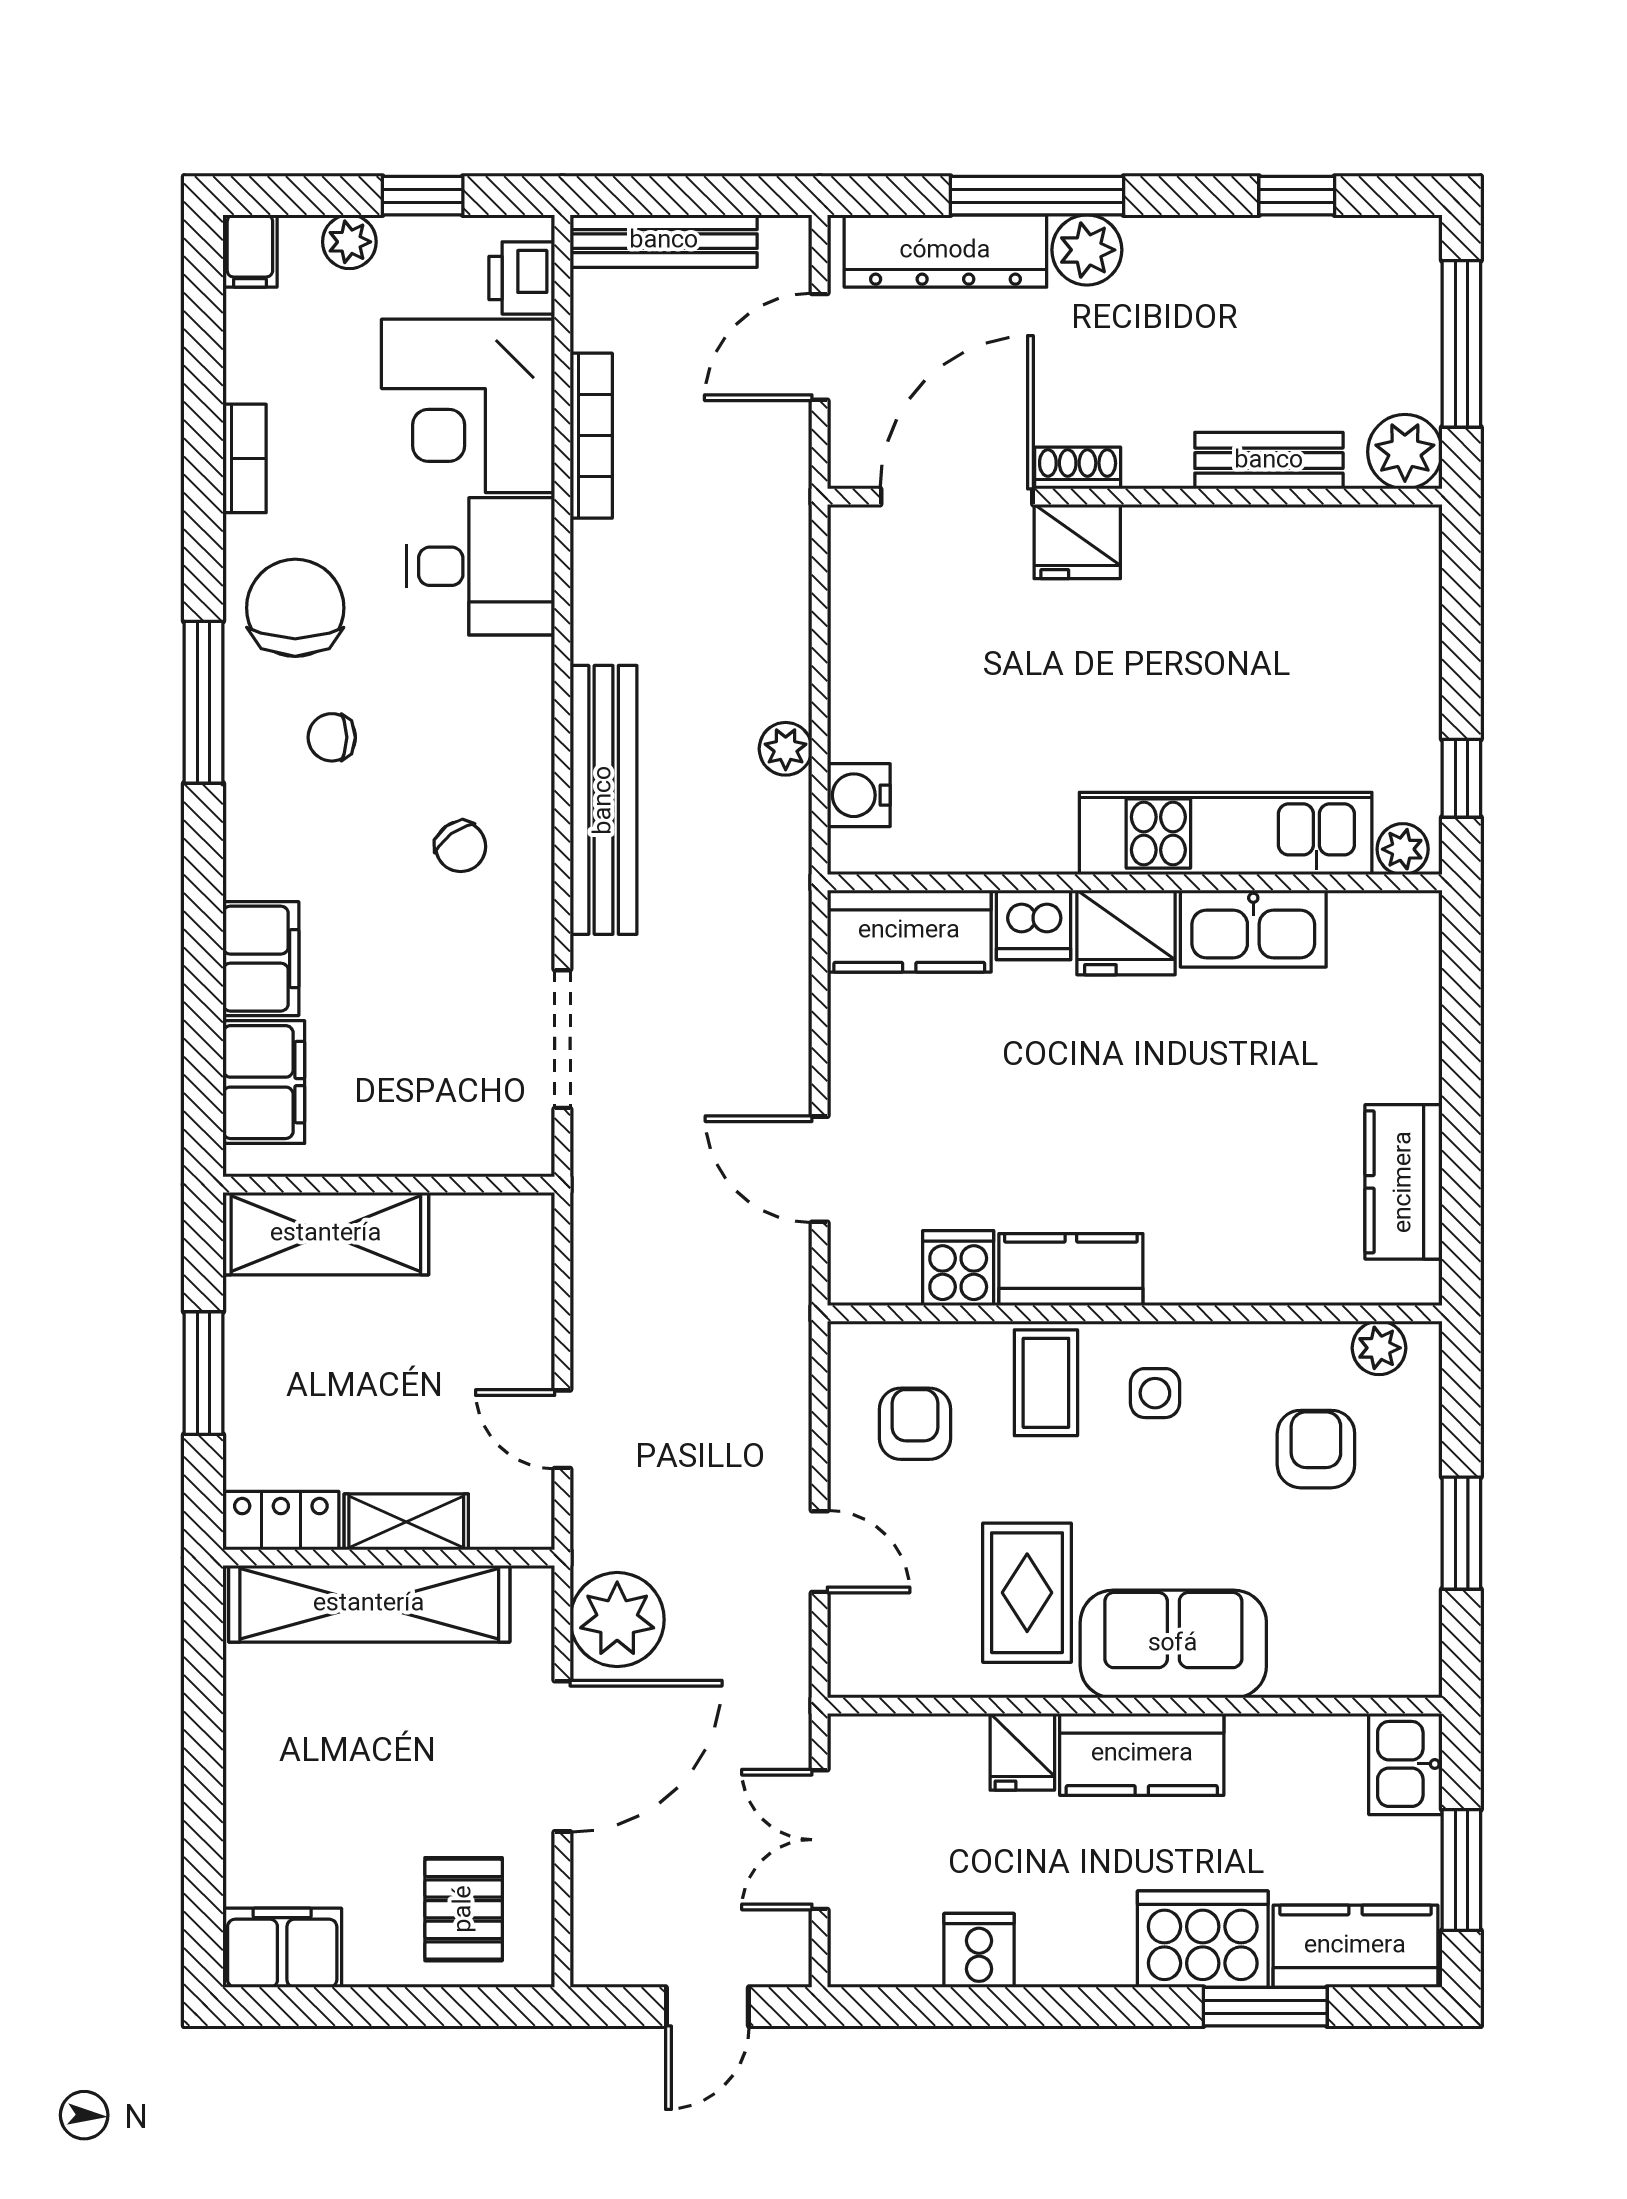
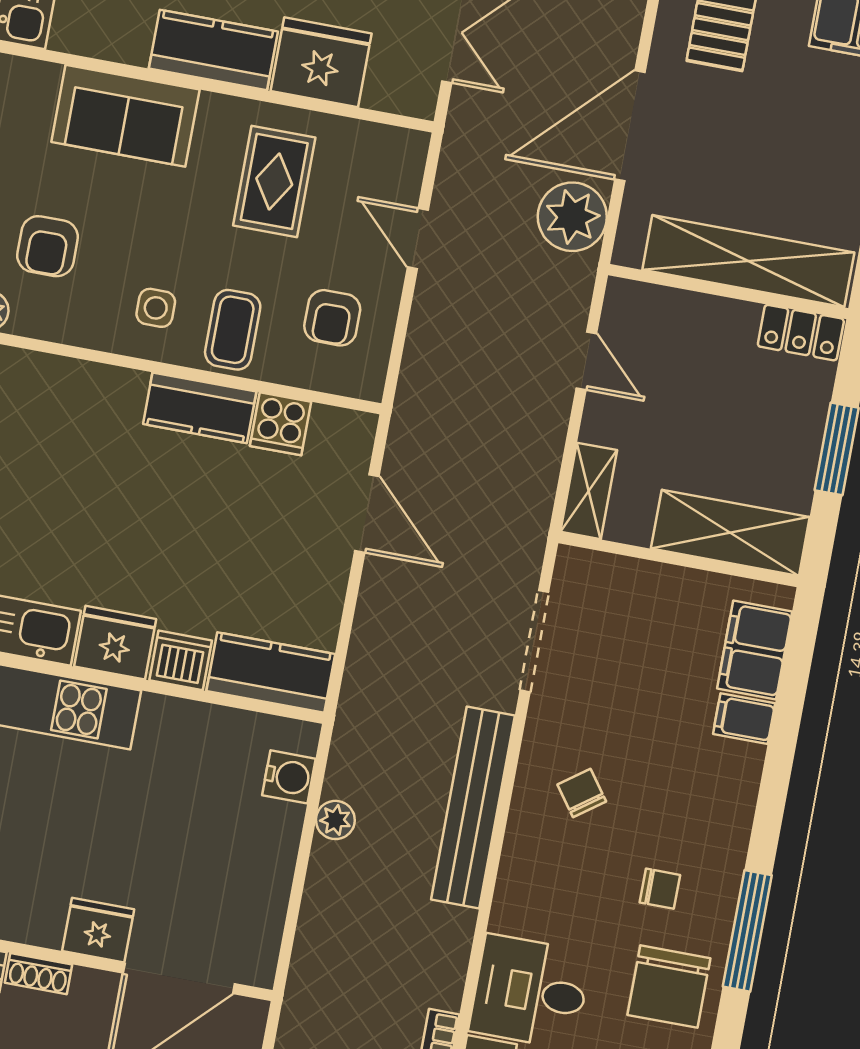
shoe rack: (1078, 468) -> (39, 974), moved
filing cabinet: (261, 959) -> (744, 719), width x0.50
shelving: (406, 1522) -> (589, 491), moved, turned 90
sofa: (1173, 1644) -> (125, 116), moved
fridge: (1022, 1752) -> (321, 62), width x1.88, depth x1.34

